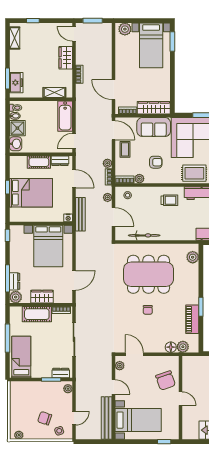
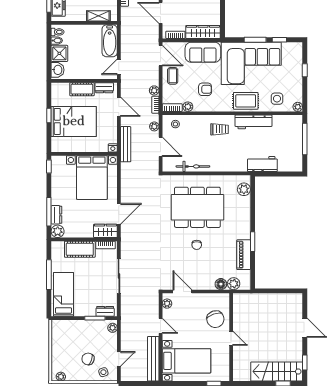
wardrobe: (42, 297) -> (105, 231), moved

